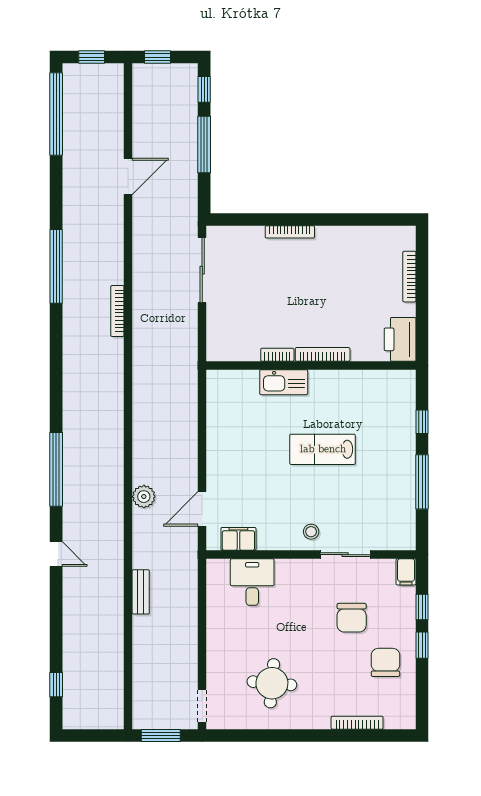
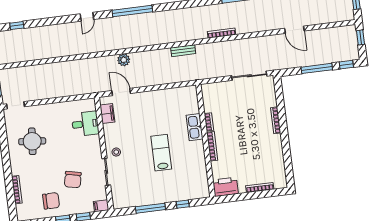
bench: (141, 592) -> (183, 51), moved
chair: (352, 618) -> (73, 180), turned -78

